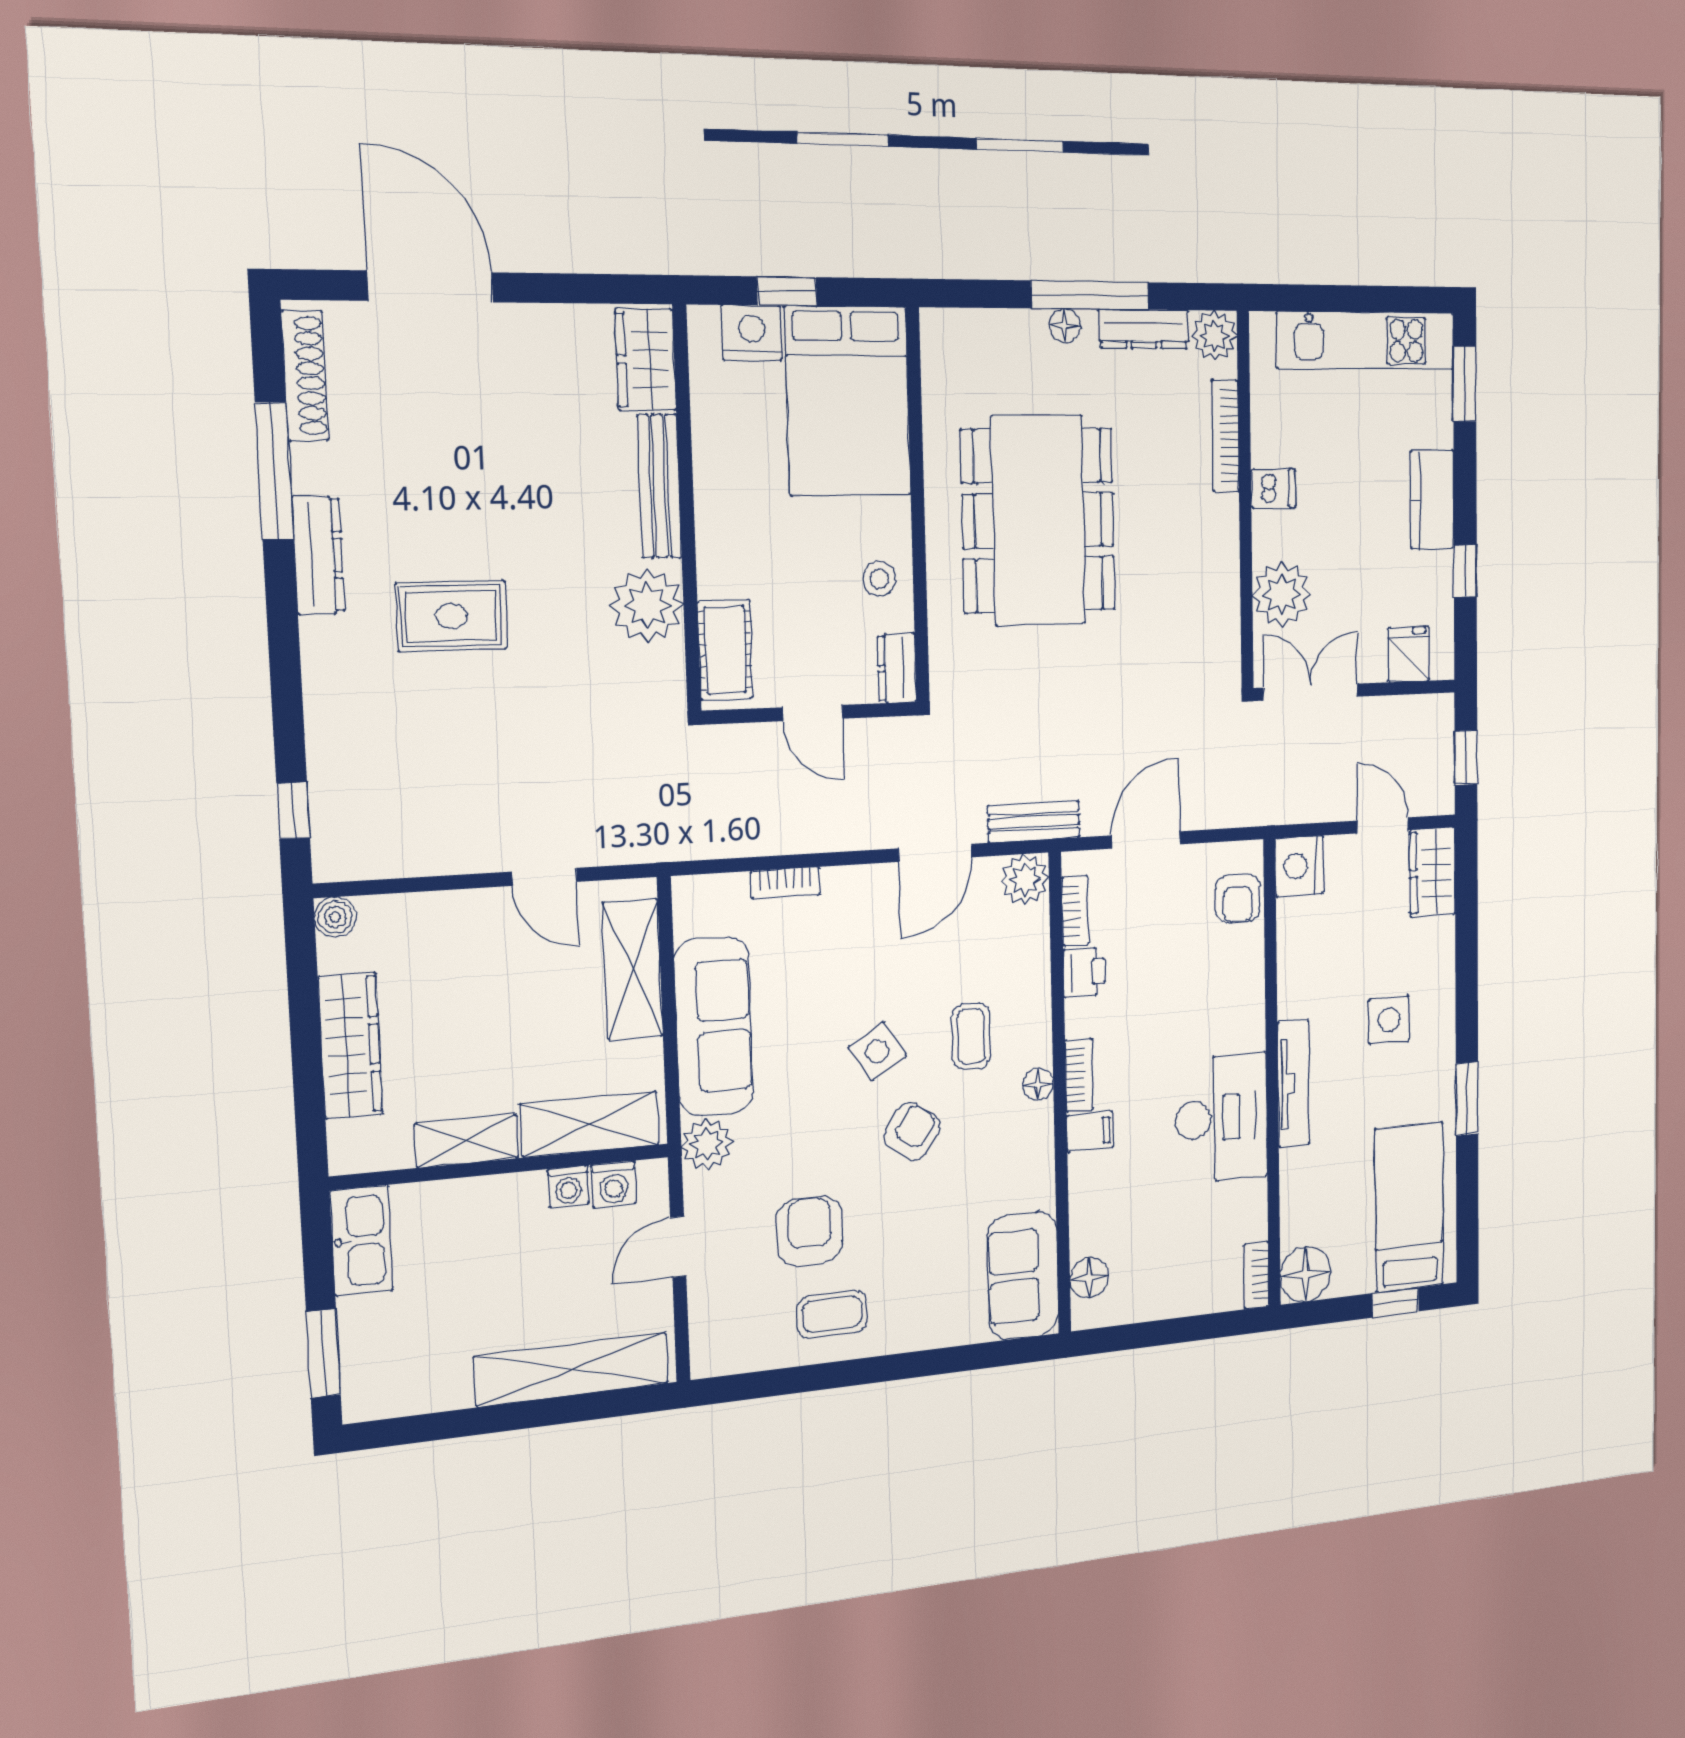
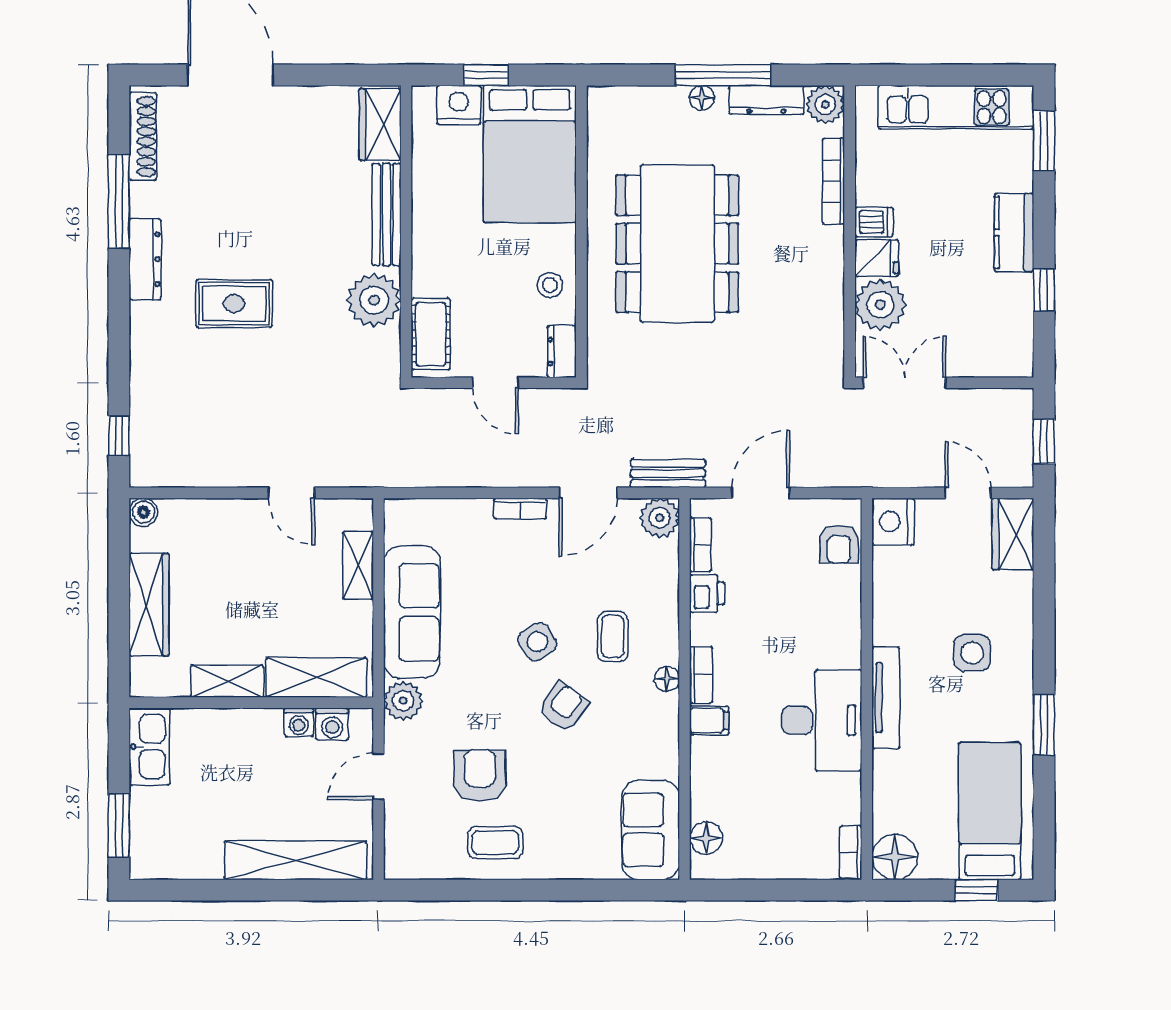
fridge: (1409, 654) -> (877, 258), moved, turned 90
bookcase: (786, 883) -> (520, 509), moved
shelving: (633, 970) -> (358, 565), width x0.67, depth x0.75

